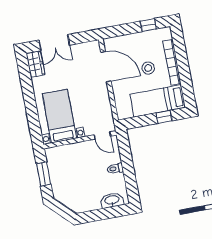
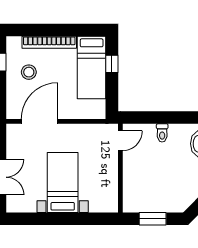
wardrobe: (35, 64) -> (21, 204), removed
stool: (148, 68) -> (29, 72), moved
bed with nightstands: (59, 116) -> (63, 182), moved, turned 90

